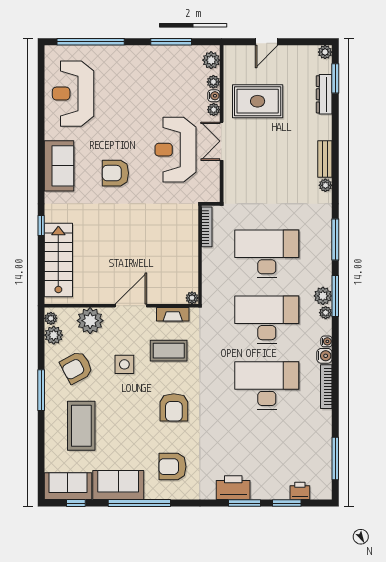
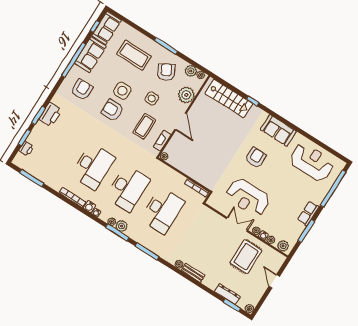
row of seats: (146, 54) -> (308, 213), added
reception desk: (176, 150) -> (248, 197), turned 180
side table: (139, 411) -> (122, 91), added

